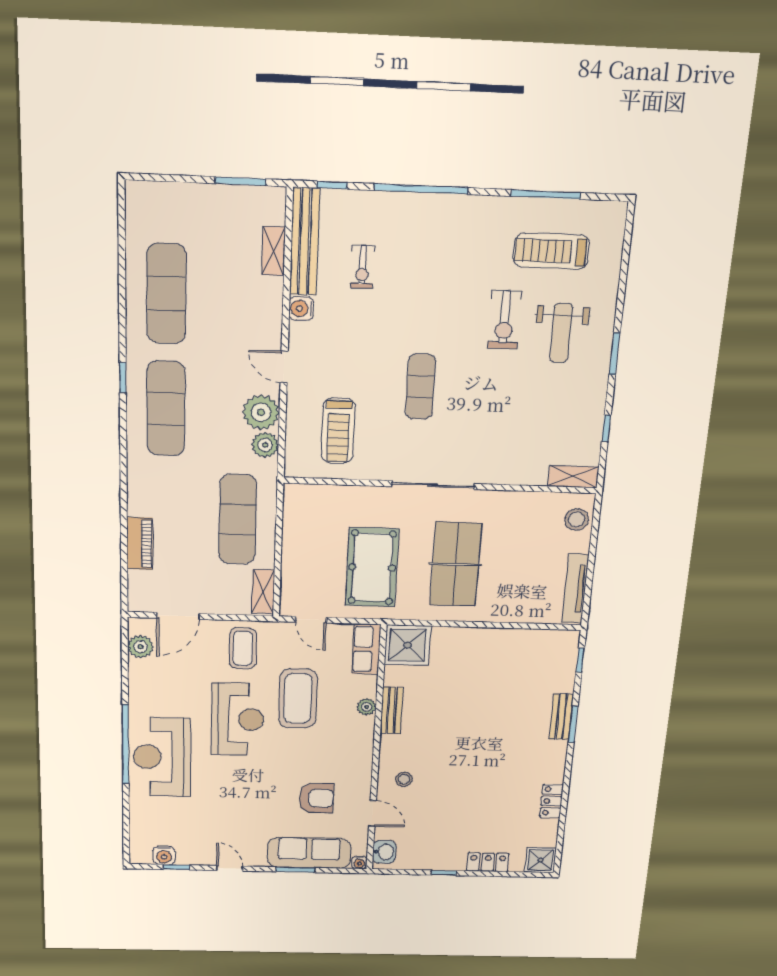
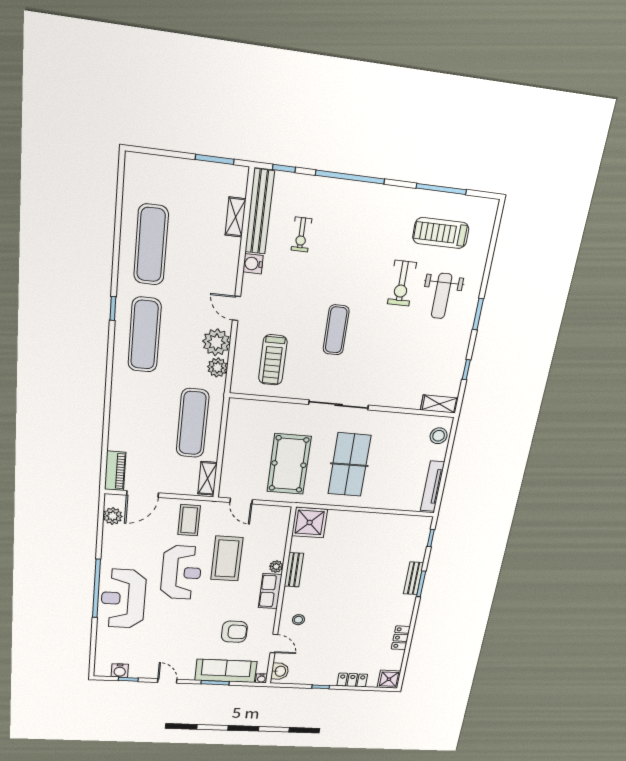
piano: (140, 543) -> (115, 471), moved
row of seats: (366, 649) -> (270, 591), moved

